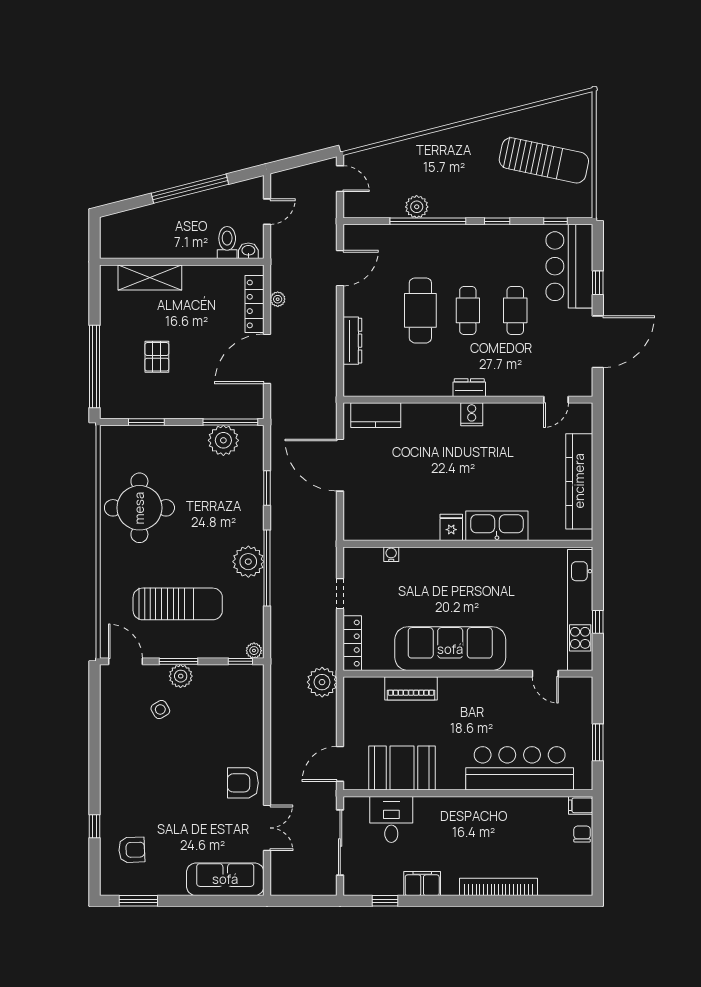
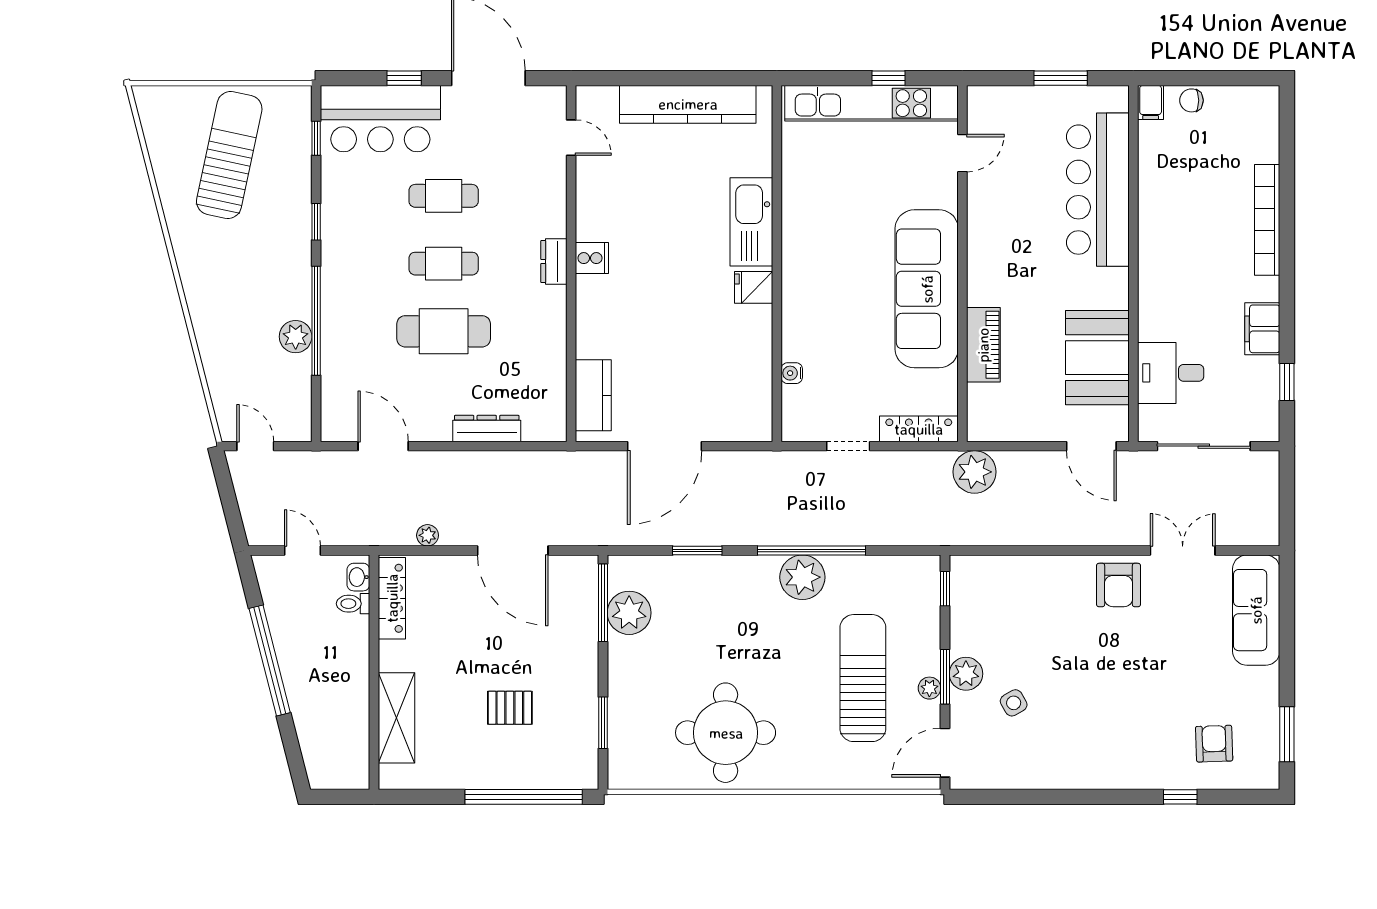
door: (340, 179) -> (255, 446), hinge flipped
toilet: (227, 243) -> (353, 604), width x0.73, depth x0.72
locker: (254, 304) -> (392, 598), moved, turned -90
plant: (254, 651) -> (929, 688), moved

